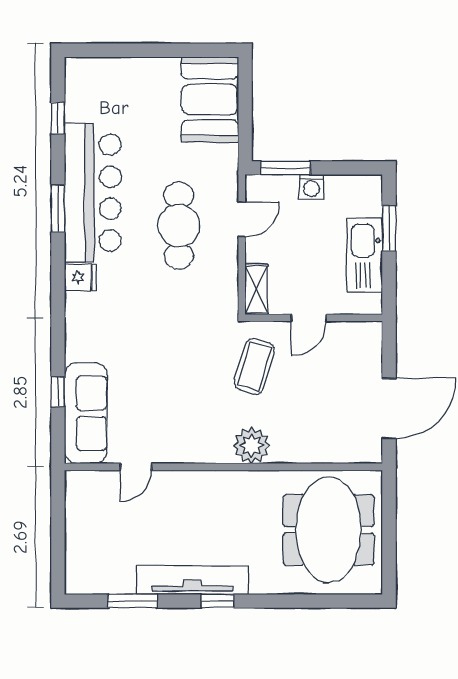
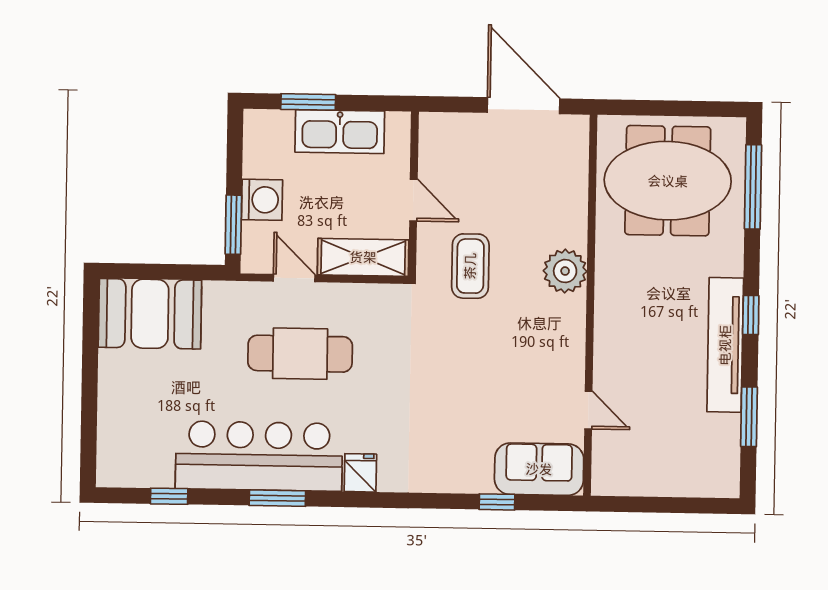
washing machine: (311, 187) -> (262, 200), width x1.38, depth x1.38
shelving: (256, 289) -> (363, 257), width x1.50, depth x1.33
coffee table: (254, 366) -> (470, 266), turned 73
sofa: (86, 413) -> (539, 469), width x0.73
window: (325, 601) -> (753, 187), added

